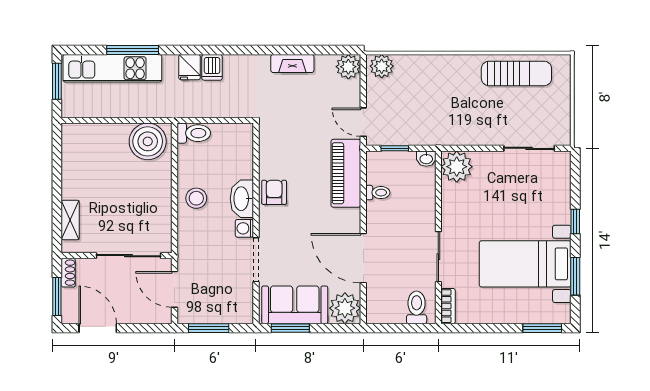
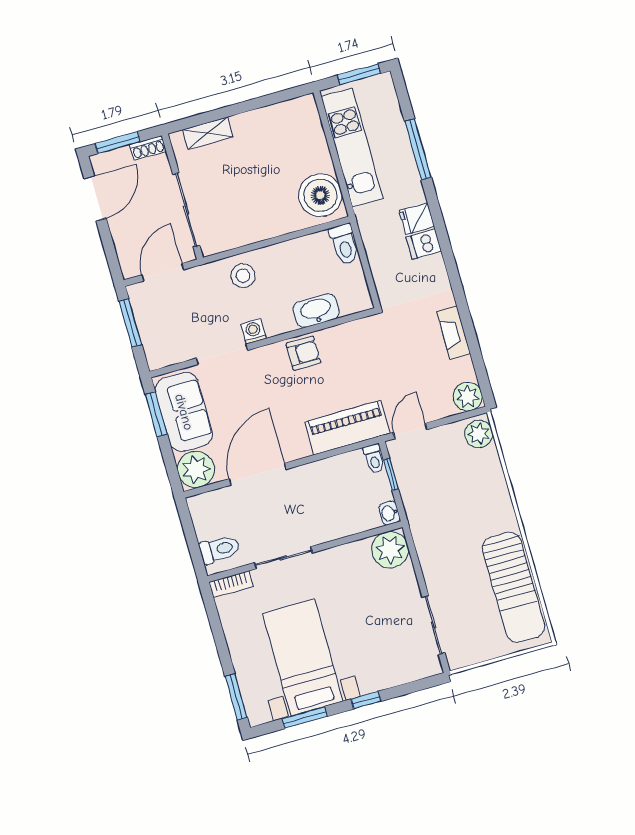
kitchen unit: (112, 68) -> (352, 148), moved, turned 180
sun lounger: (516, 73) -> (513, 587), width x1.36, depth x1.34
toilet: (378, 193) -> (374, 459), moved
stool: (196, 198) -> (243, 276), moved
washbasin: (242, 199) -> (316, 311), moved

